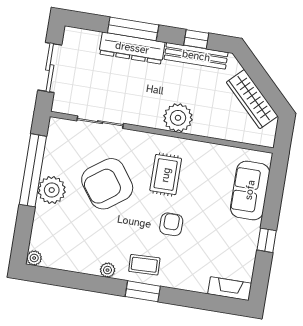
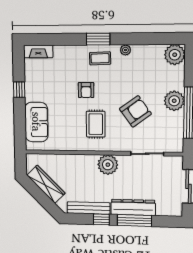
window: (196, 39) -> (101, 219), moved
plant: (178, 118) -> (108, 165), moved
armchair: (107, 184) -> (135, 111), width x0.73, depth x0.73
plant: (34, 258) -> (175, 55), width x1.88, depth x1.88

